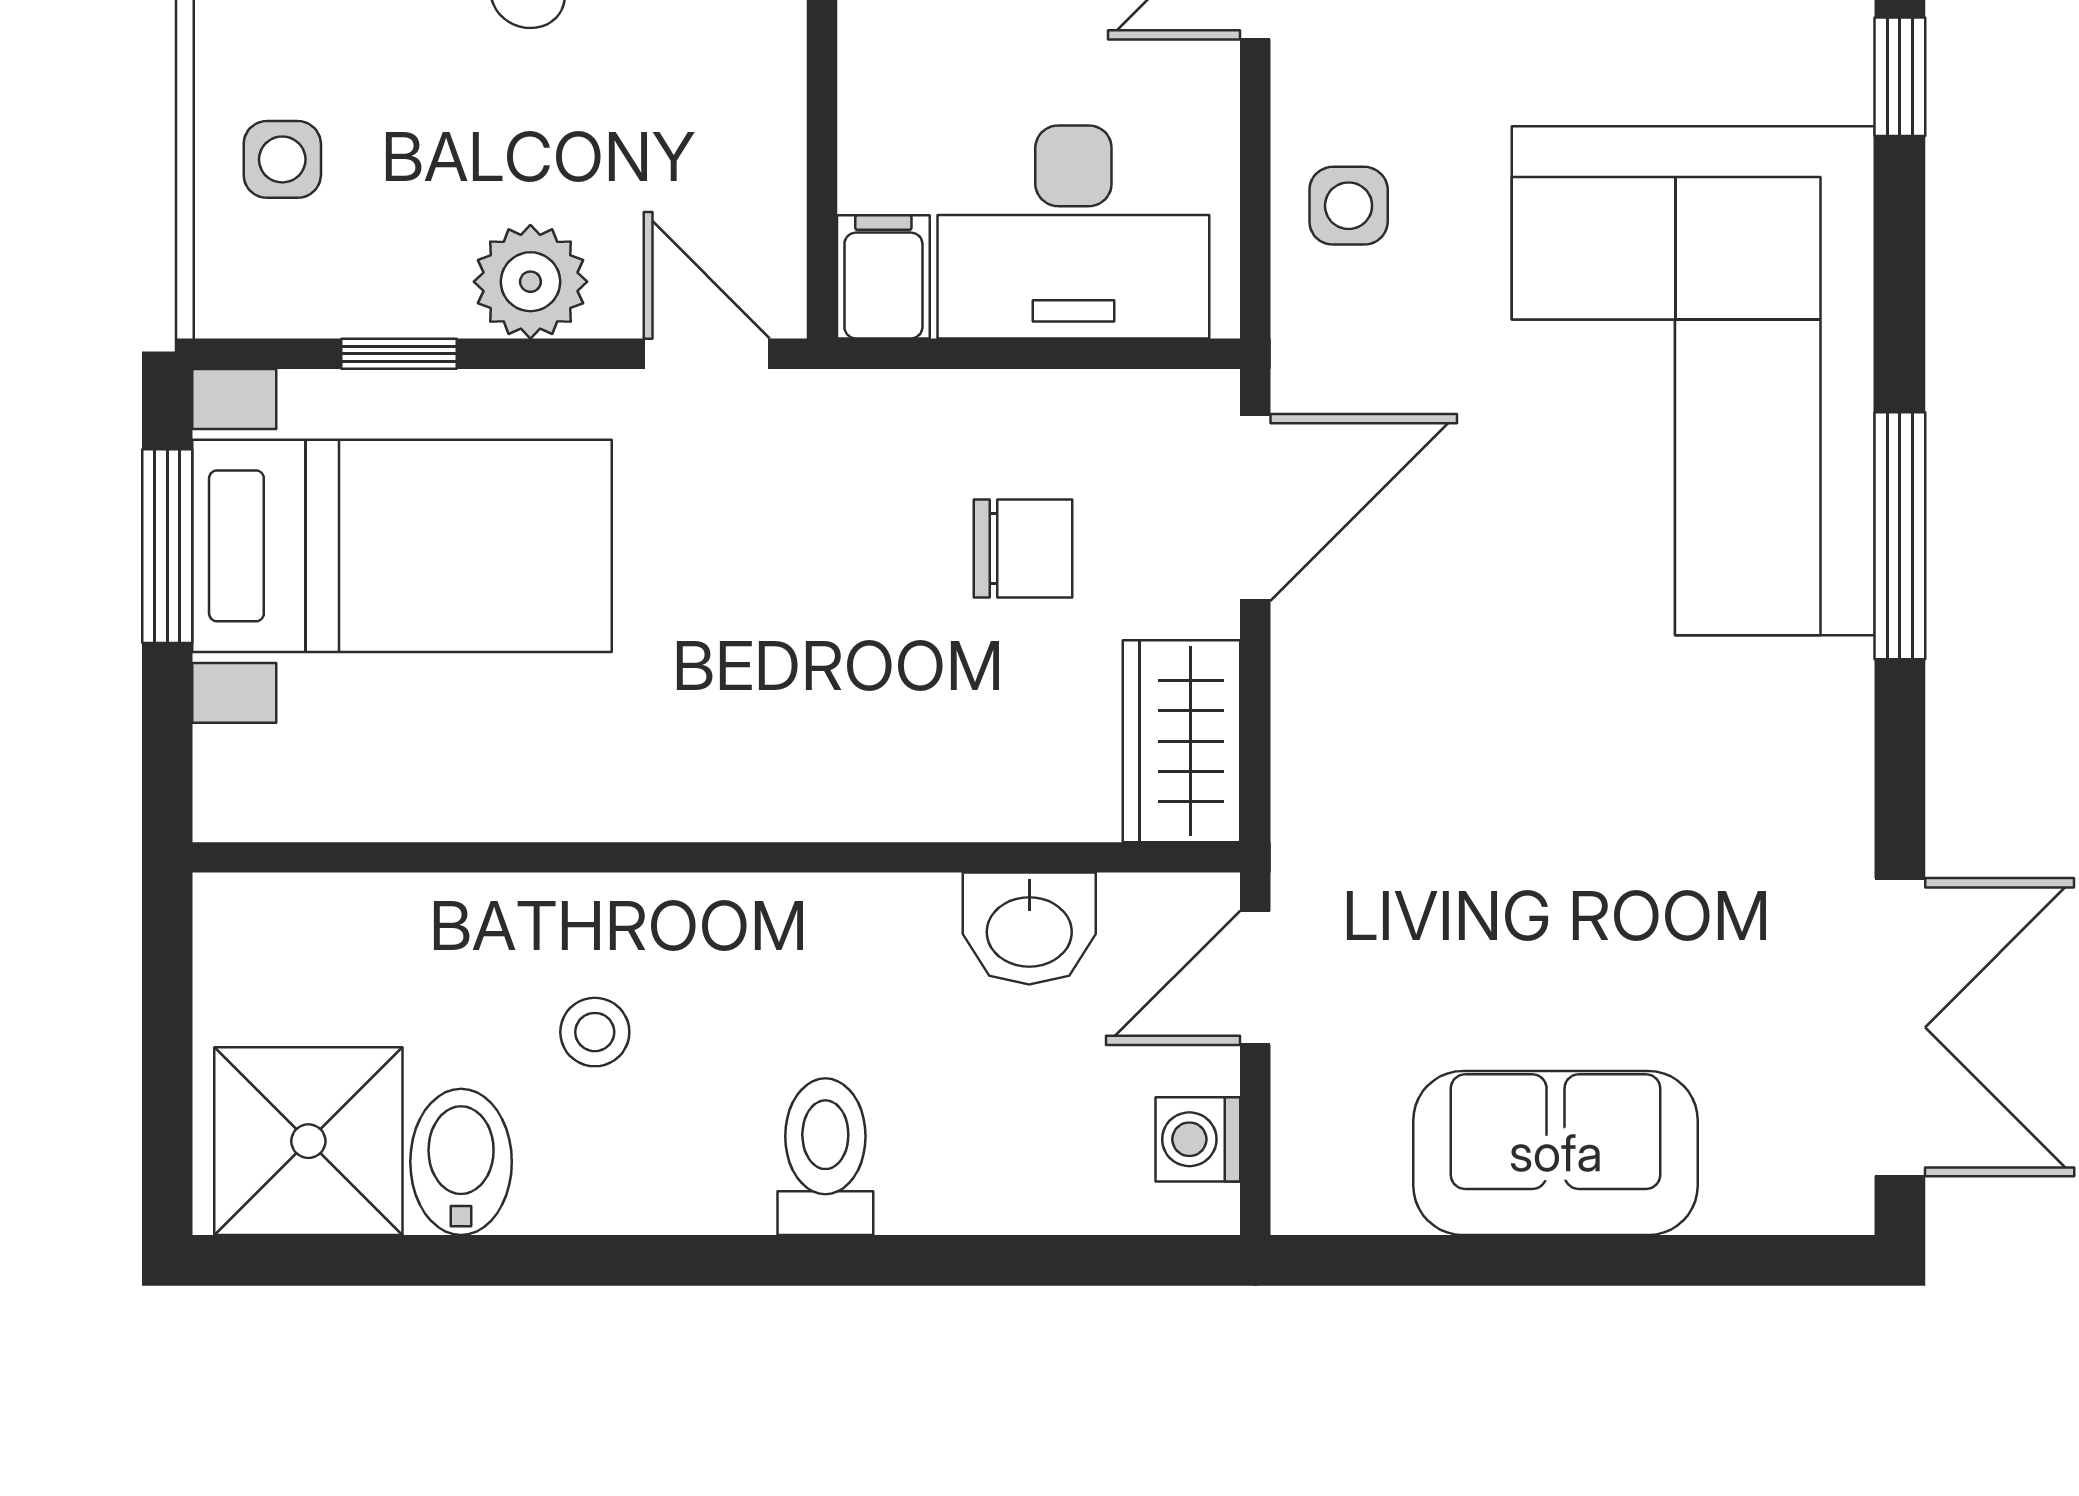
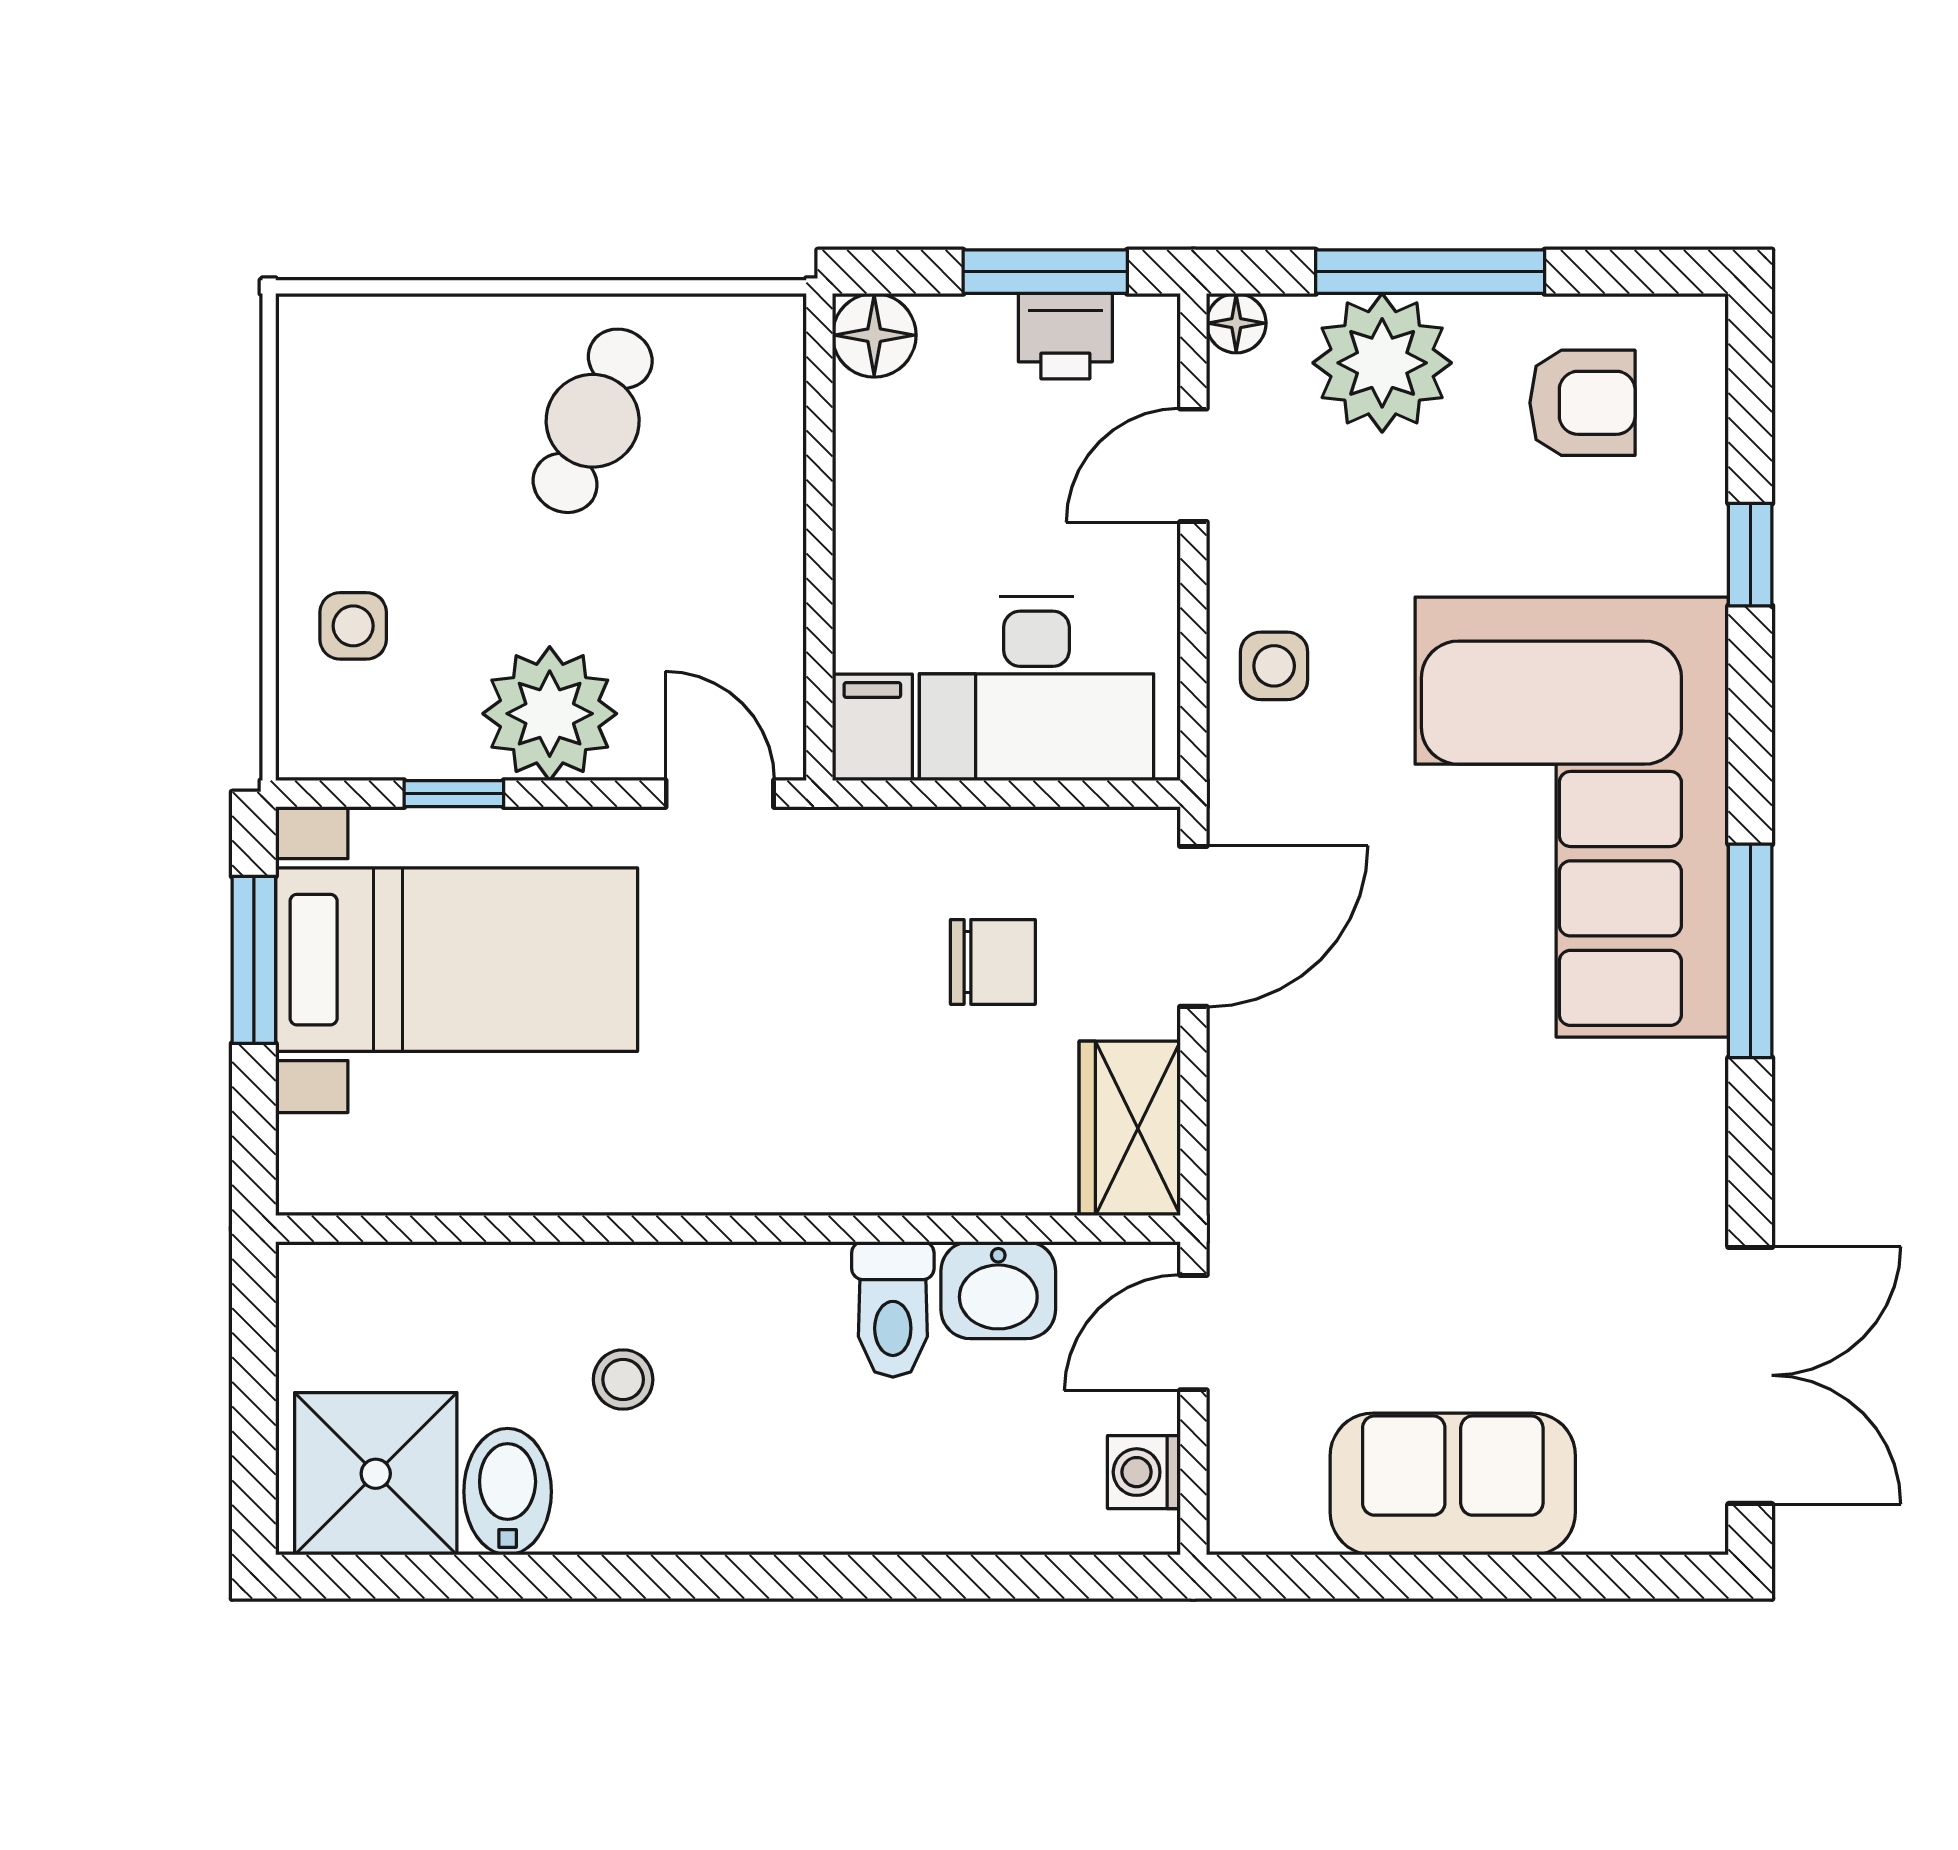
plant: (530, 282) -> (550, 714), width x1.36, depth x1.36
toilet: (825, 1157) -> (893, 1309), moved, turned 180

